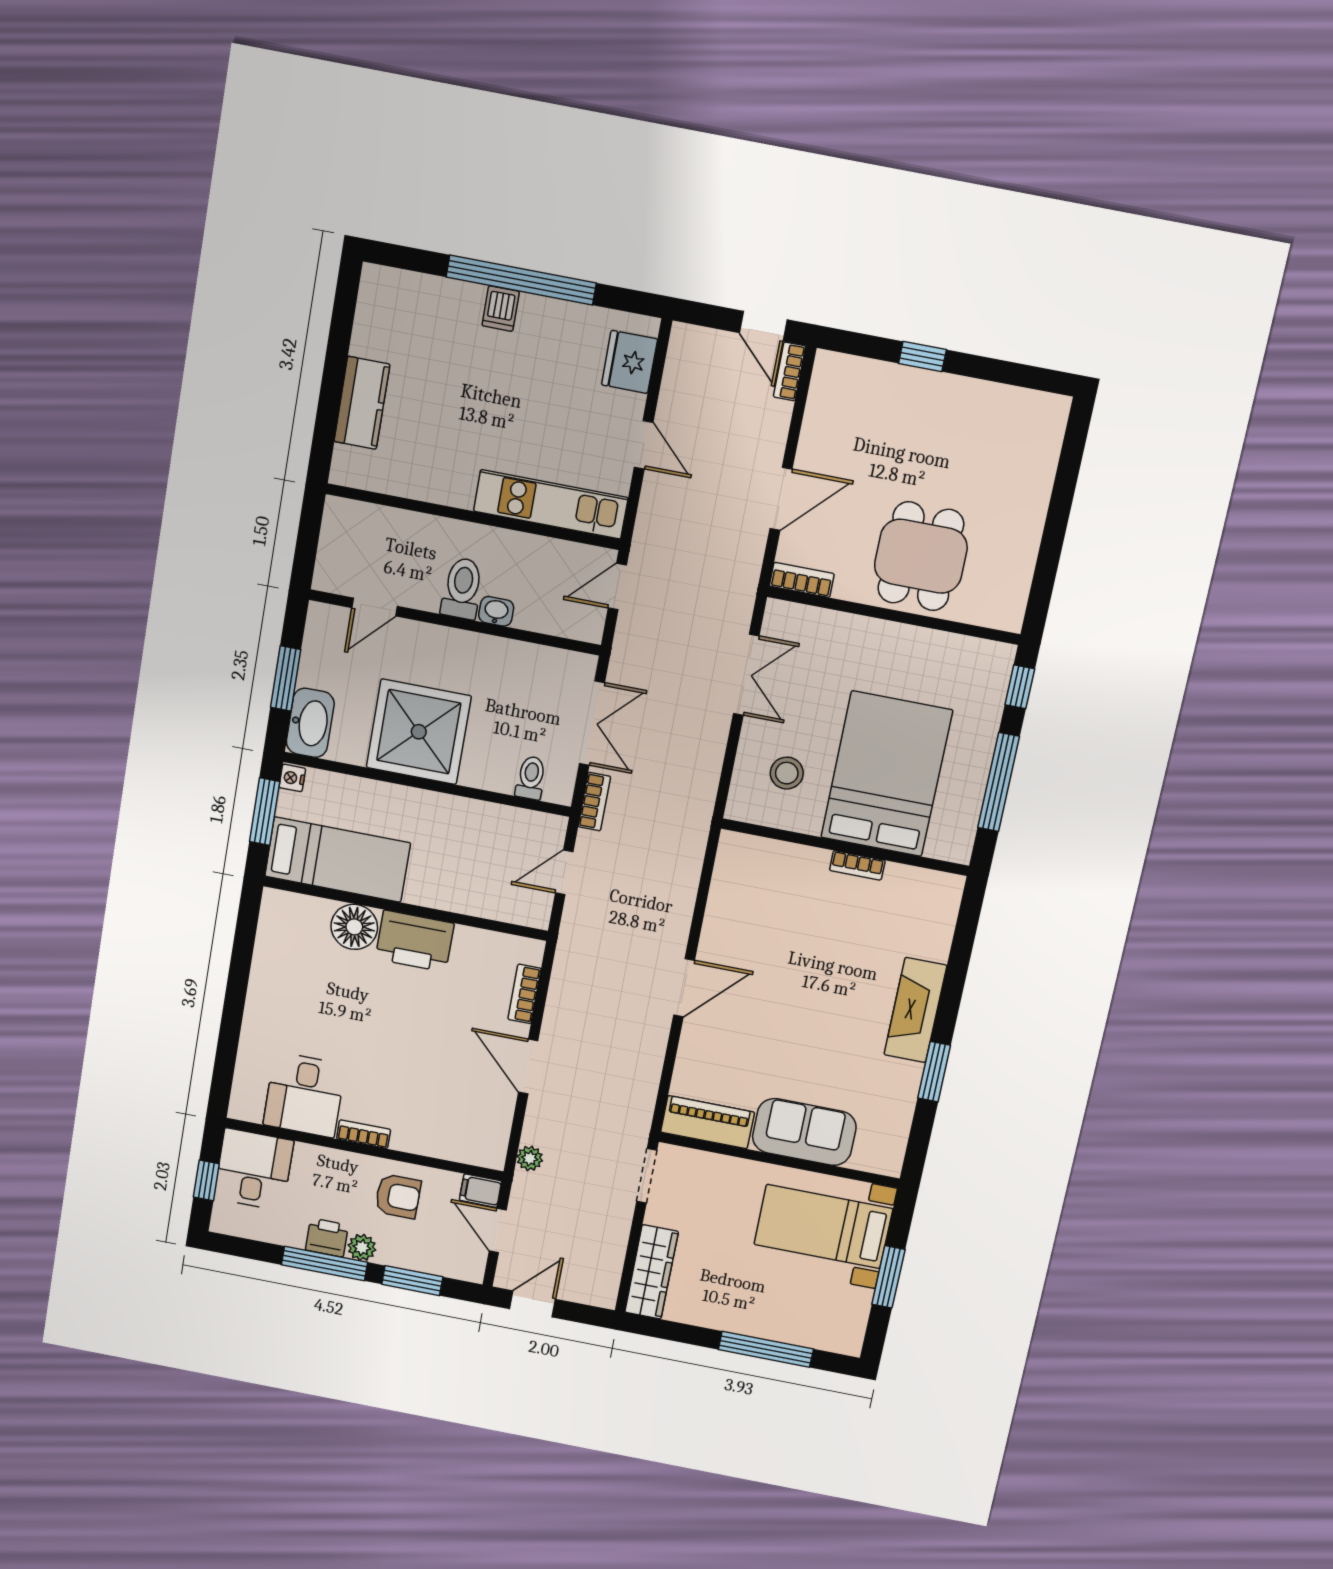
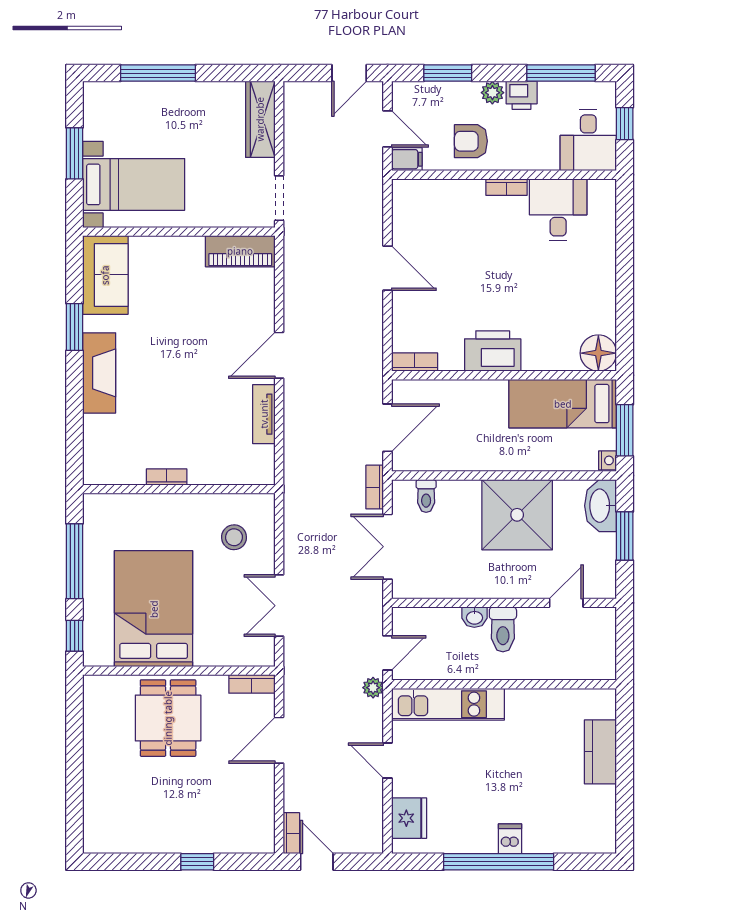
bed: (887, 774) -> (154, 609), moved, turned 180
door: (564, 872) -> (388, 428), width x1.38
tv unit: (718, 919) -> (264, 414), added
floor lamp: (354, 927) -> (598, 353), moved
bookcase: (524, 994) -> (415, 362), moved, turned -90
sofa: (804, 1132) -> (105, 275), moved, turned -90
plant: (530, 1158) -> (373, 688), moved
window: (325, 1263) -> (561, 73), moved

